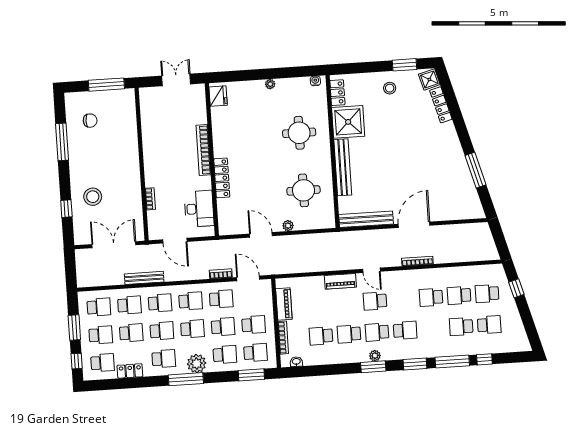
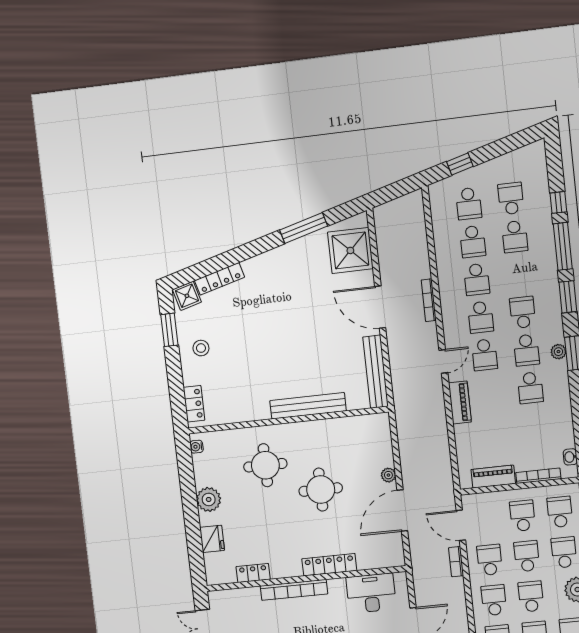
plant: (270, 84) -> (209, 499), width x1.88, depth x1.88
locker: (337, 93) -> (194, 404), moved, turned 90
fridge: (218, 96) -> (212, 539), moved, turned 90
locker: (217, 119) -> (253, 573), added
shower: (348, 122) -> (350, 250), moved
round table: (303, 190) -> (321, 490), moved
door: (261, 235) -> (402, 510), width x1.36
door: (248, 278) -> (461, 525), hinge flipped
school desk: (321, 336) -> (481, 317), moved

